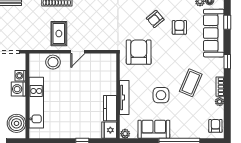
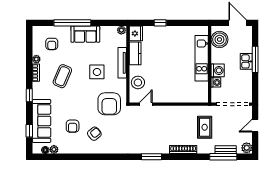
rug: (59, 34) -> (205, 127), moved
door: (78, 52) -> (146, 104), moved
stool: (53, 62) -> (138, 82), moved
side table: (161, 95) -> (97, 72), moved
armchair: (215, 126) -> (52, 44), moved
sofa: (154, 129) -> (85, 34), moved

